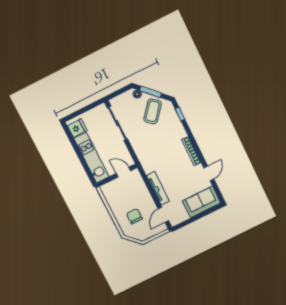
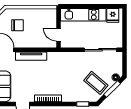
door: (123, 172) -> (59, 35), swing flipped

